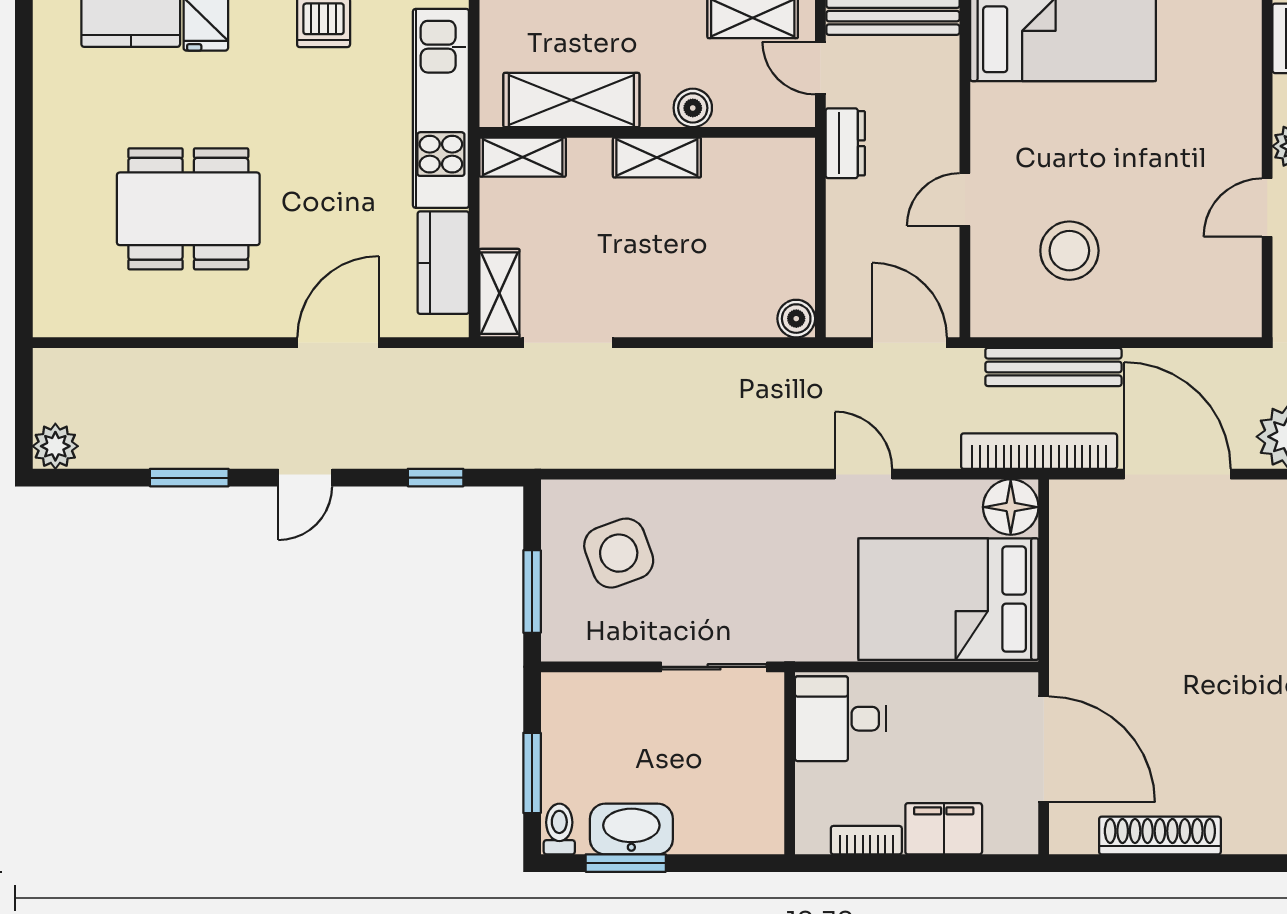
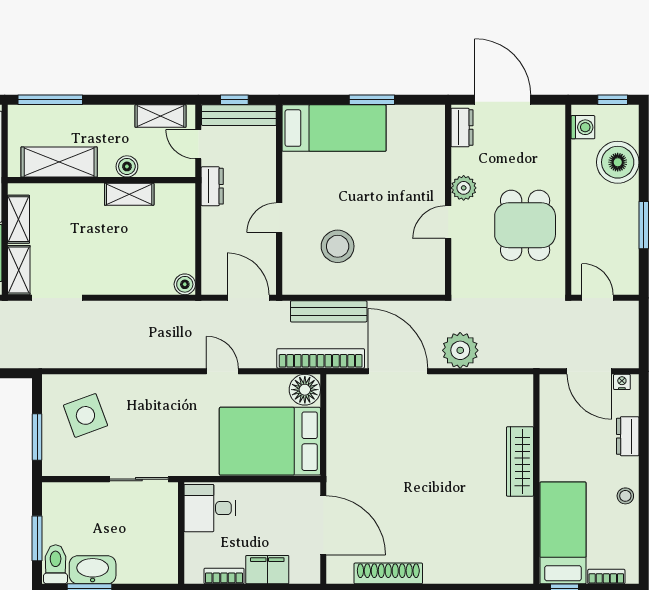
shelving: (523, 157) -> (18, 219), moved, turned 90
shelving: (657, 157) -> (129, 194), moved
toilet: (559, 829) -> (56, 564), width x1.37, depth x1.39

